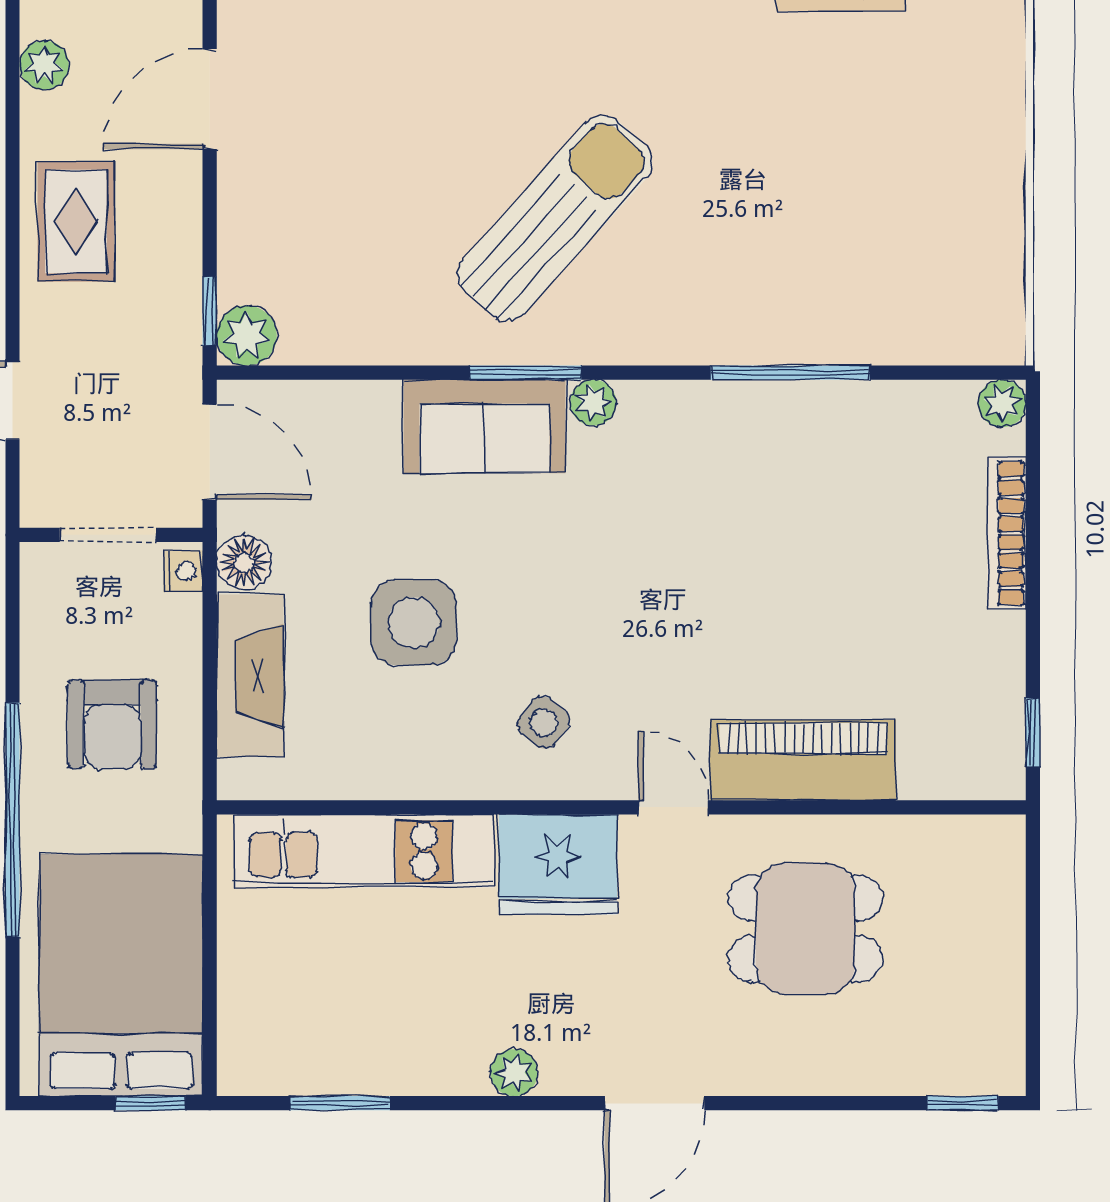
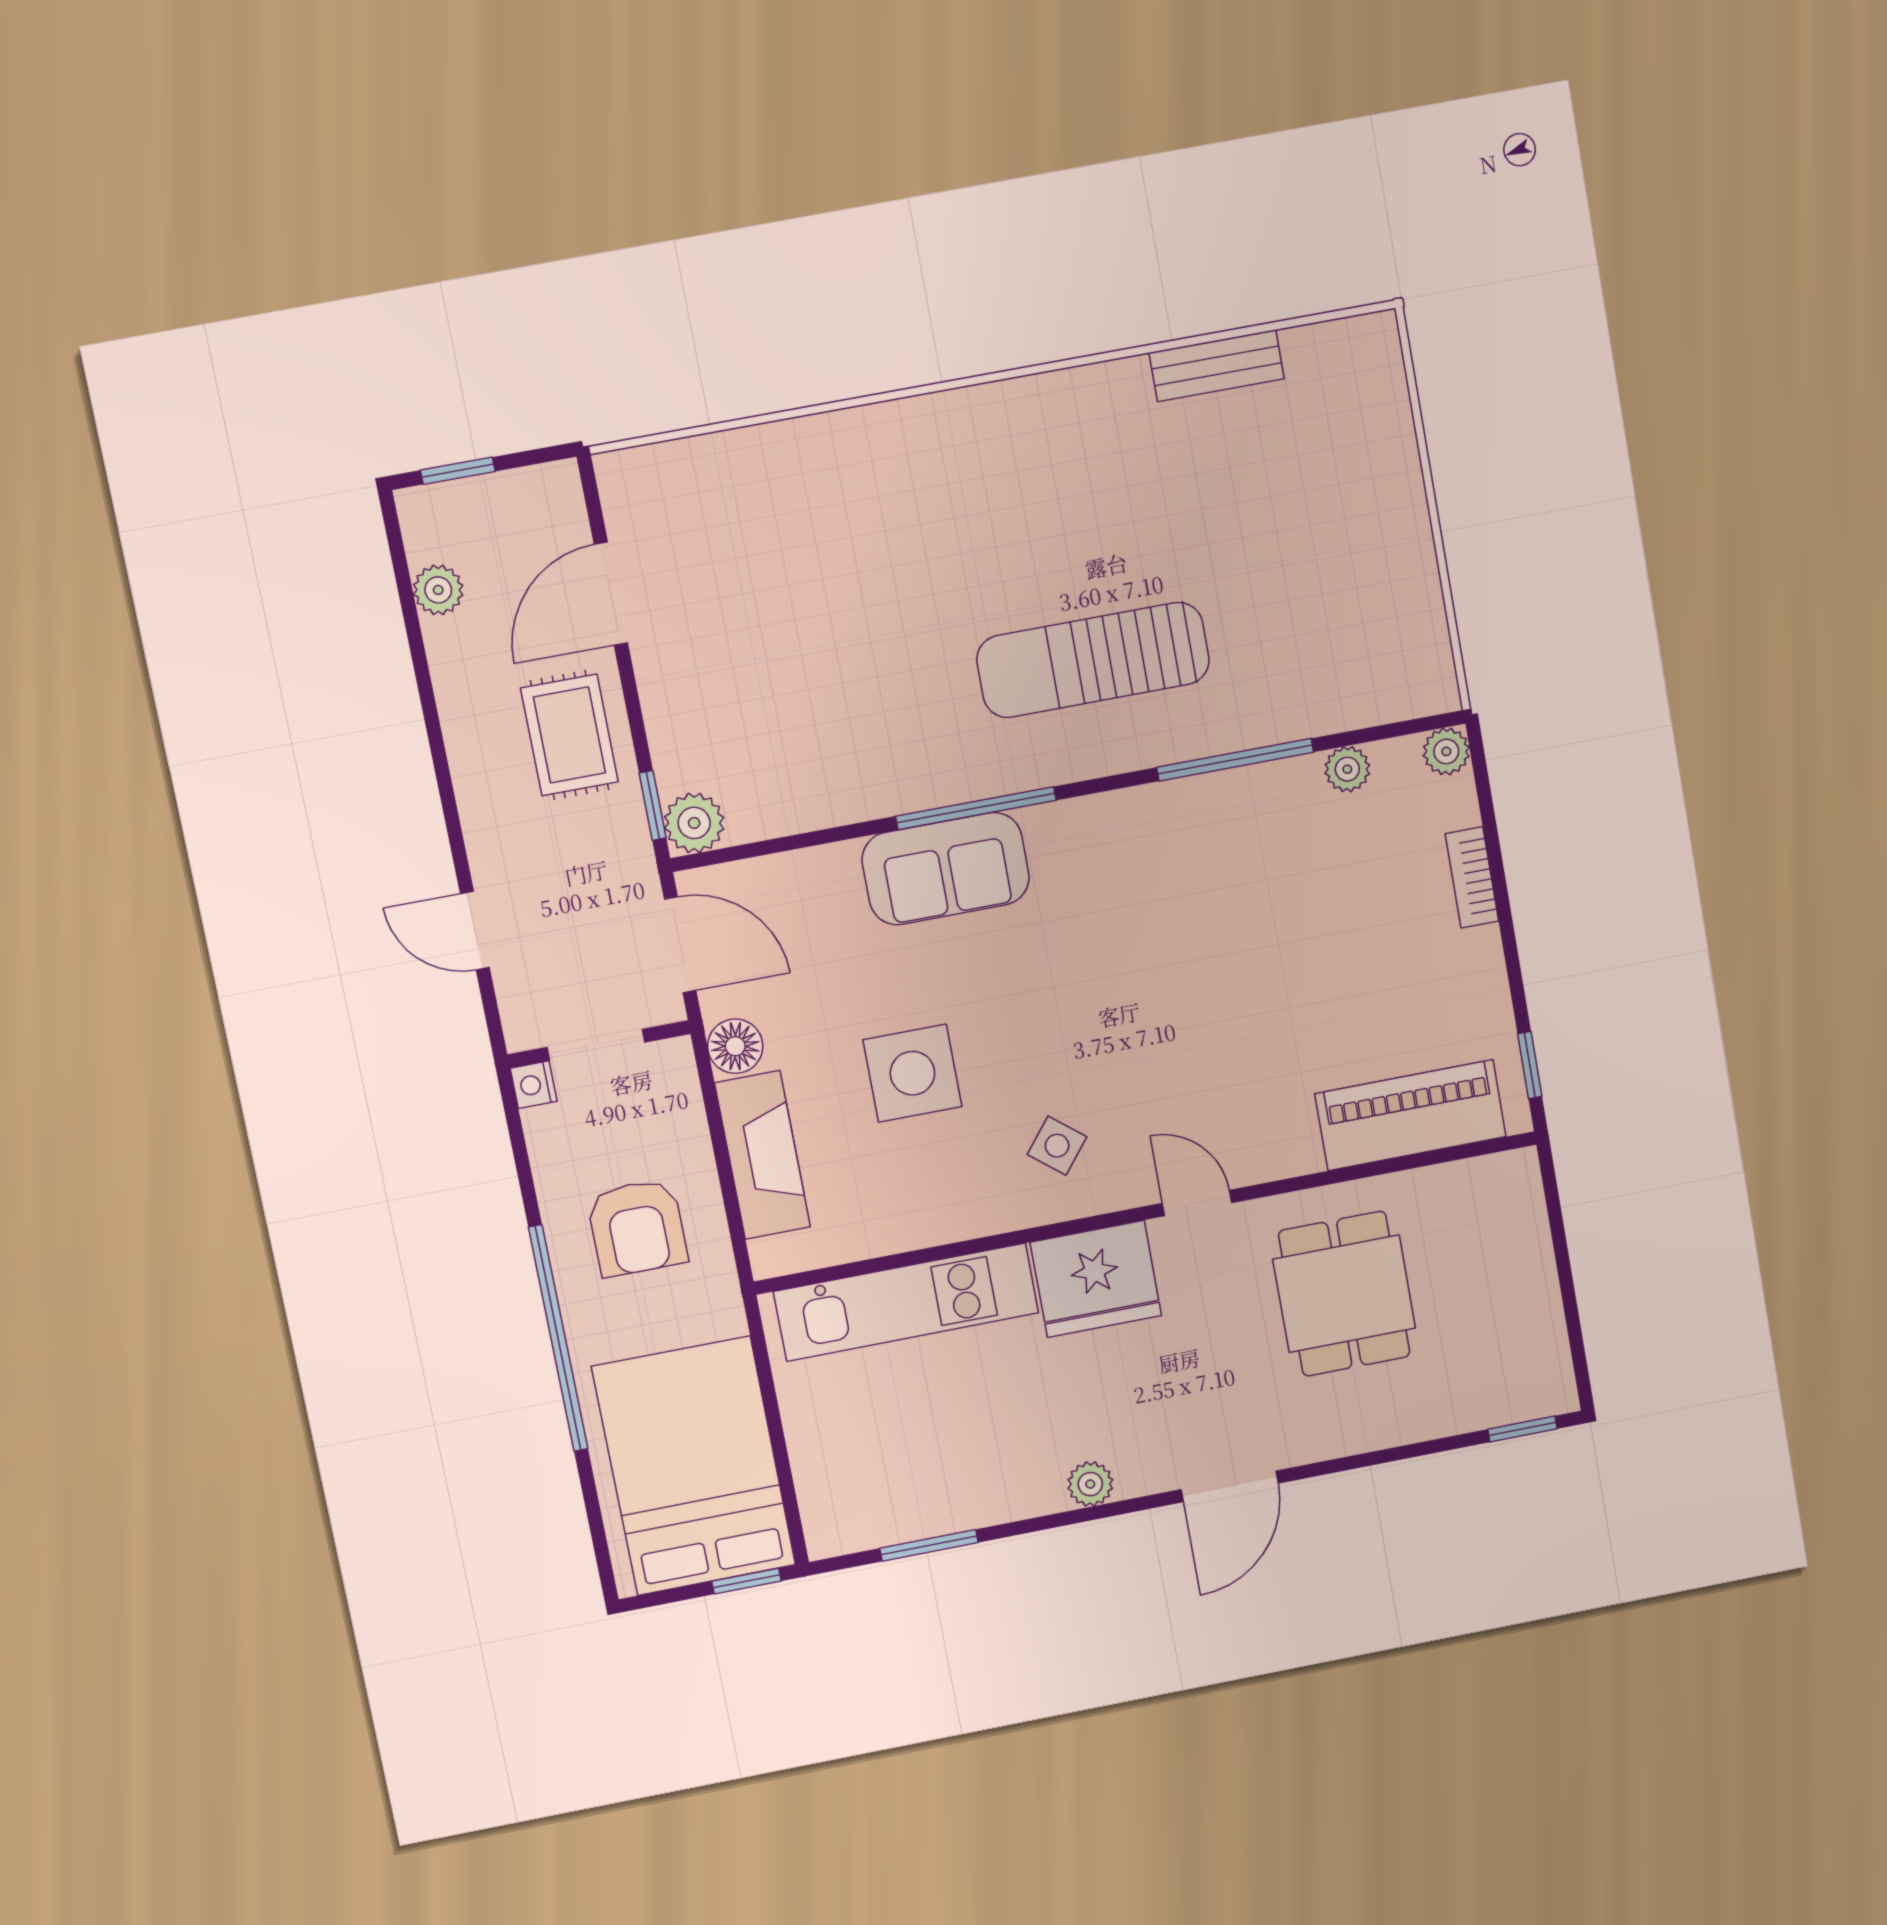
sun lounger: (555, 218) -> (1093, 660), moved, turned -132
rug: (76, 221) -> (569, 735), moved
window: (525, 373) -> (976, 808), width x1.44
plant: (593, 403) -> (1347, 769), moved
bookcase: (1007, 533) -> (1472, 877), width x0.64
nightstand: (183, 571) -> (534, 1085), moved, turned 180
piano: (803, 760) -> (1411, 1115), moved
dining table: (805, 928) -> (1344, 1294), turned 90

